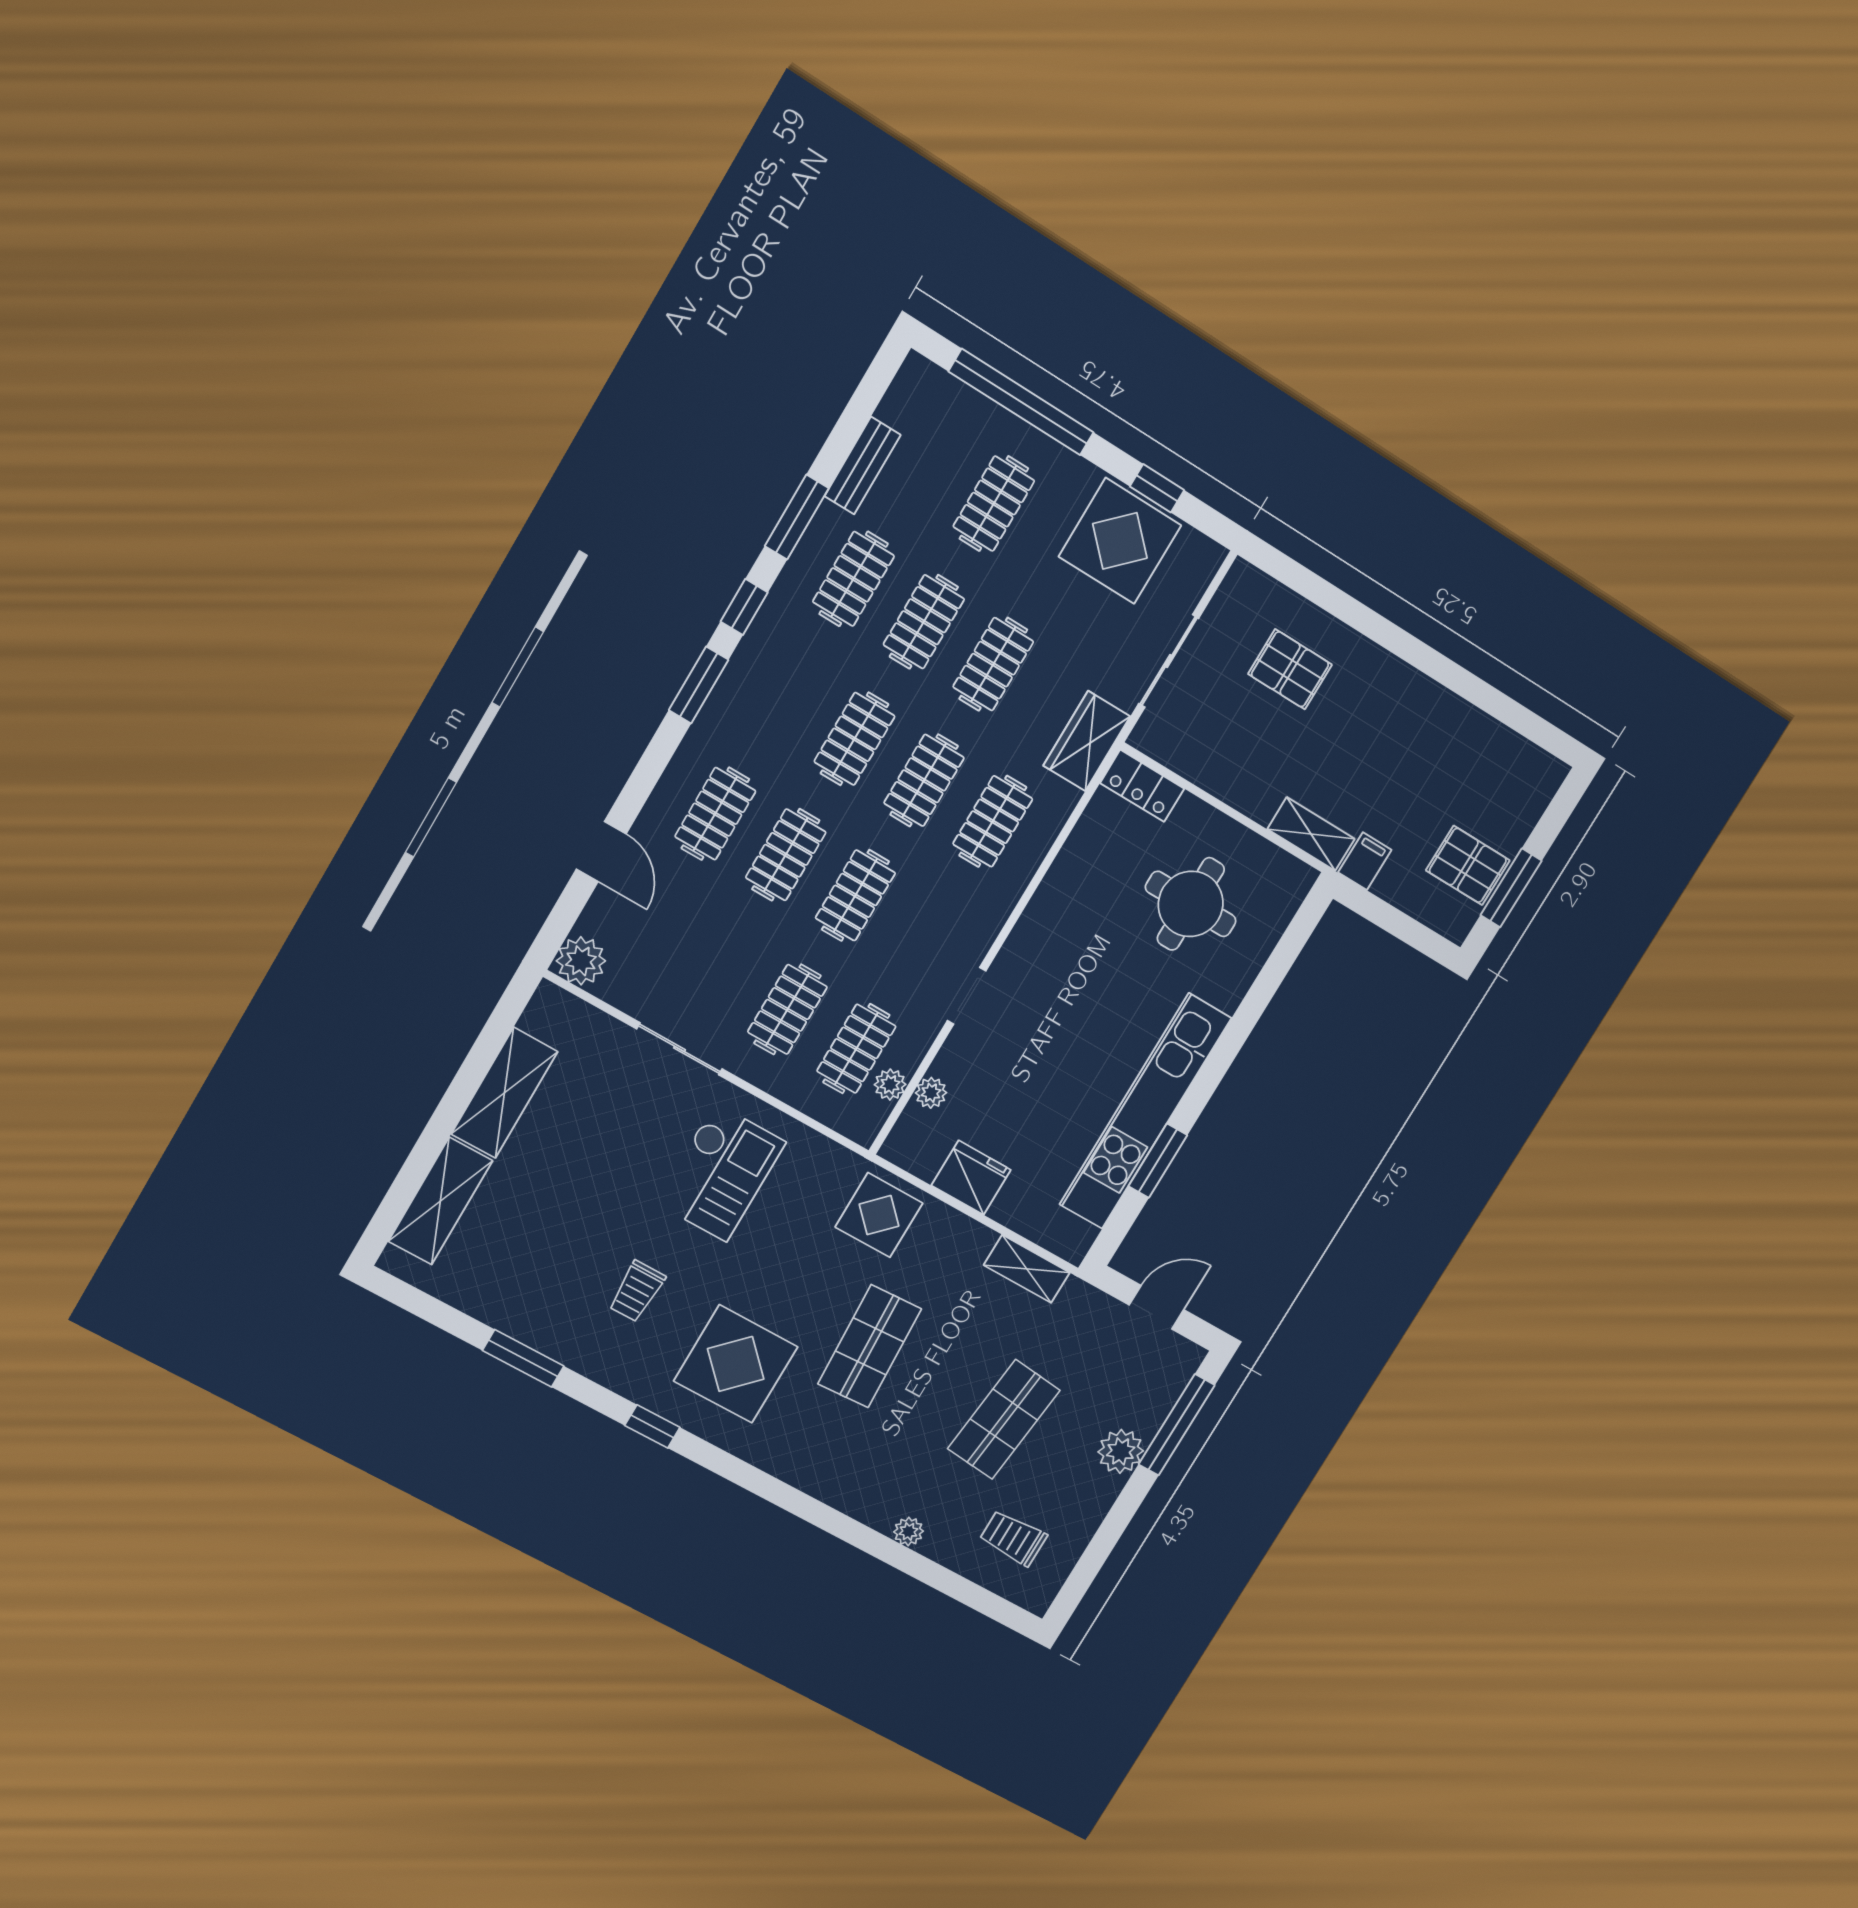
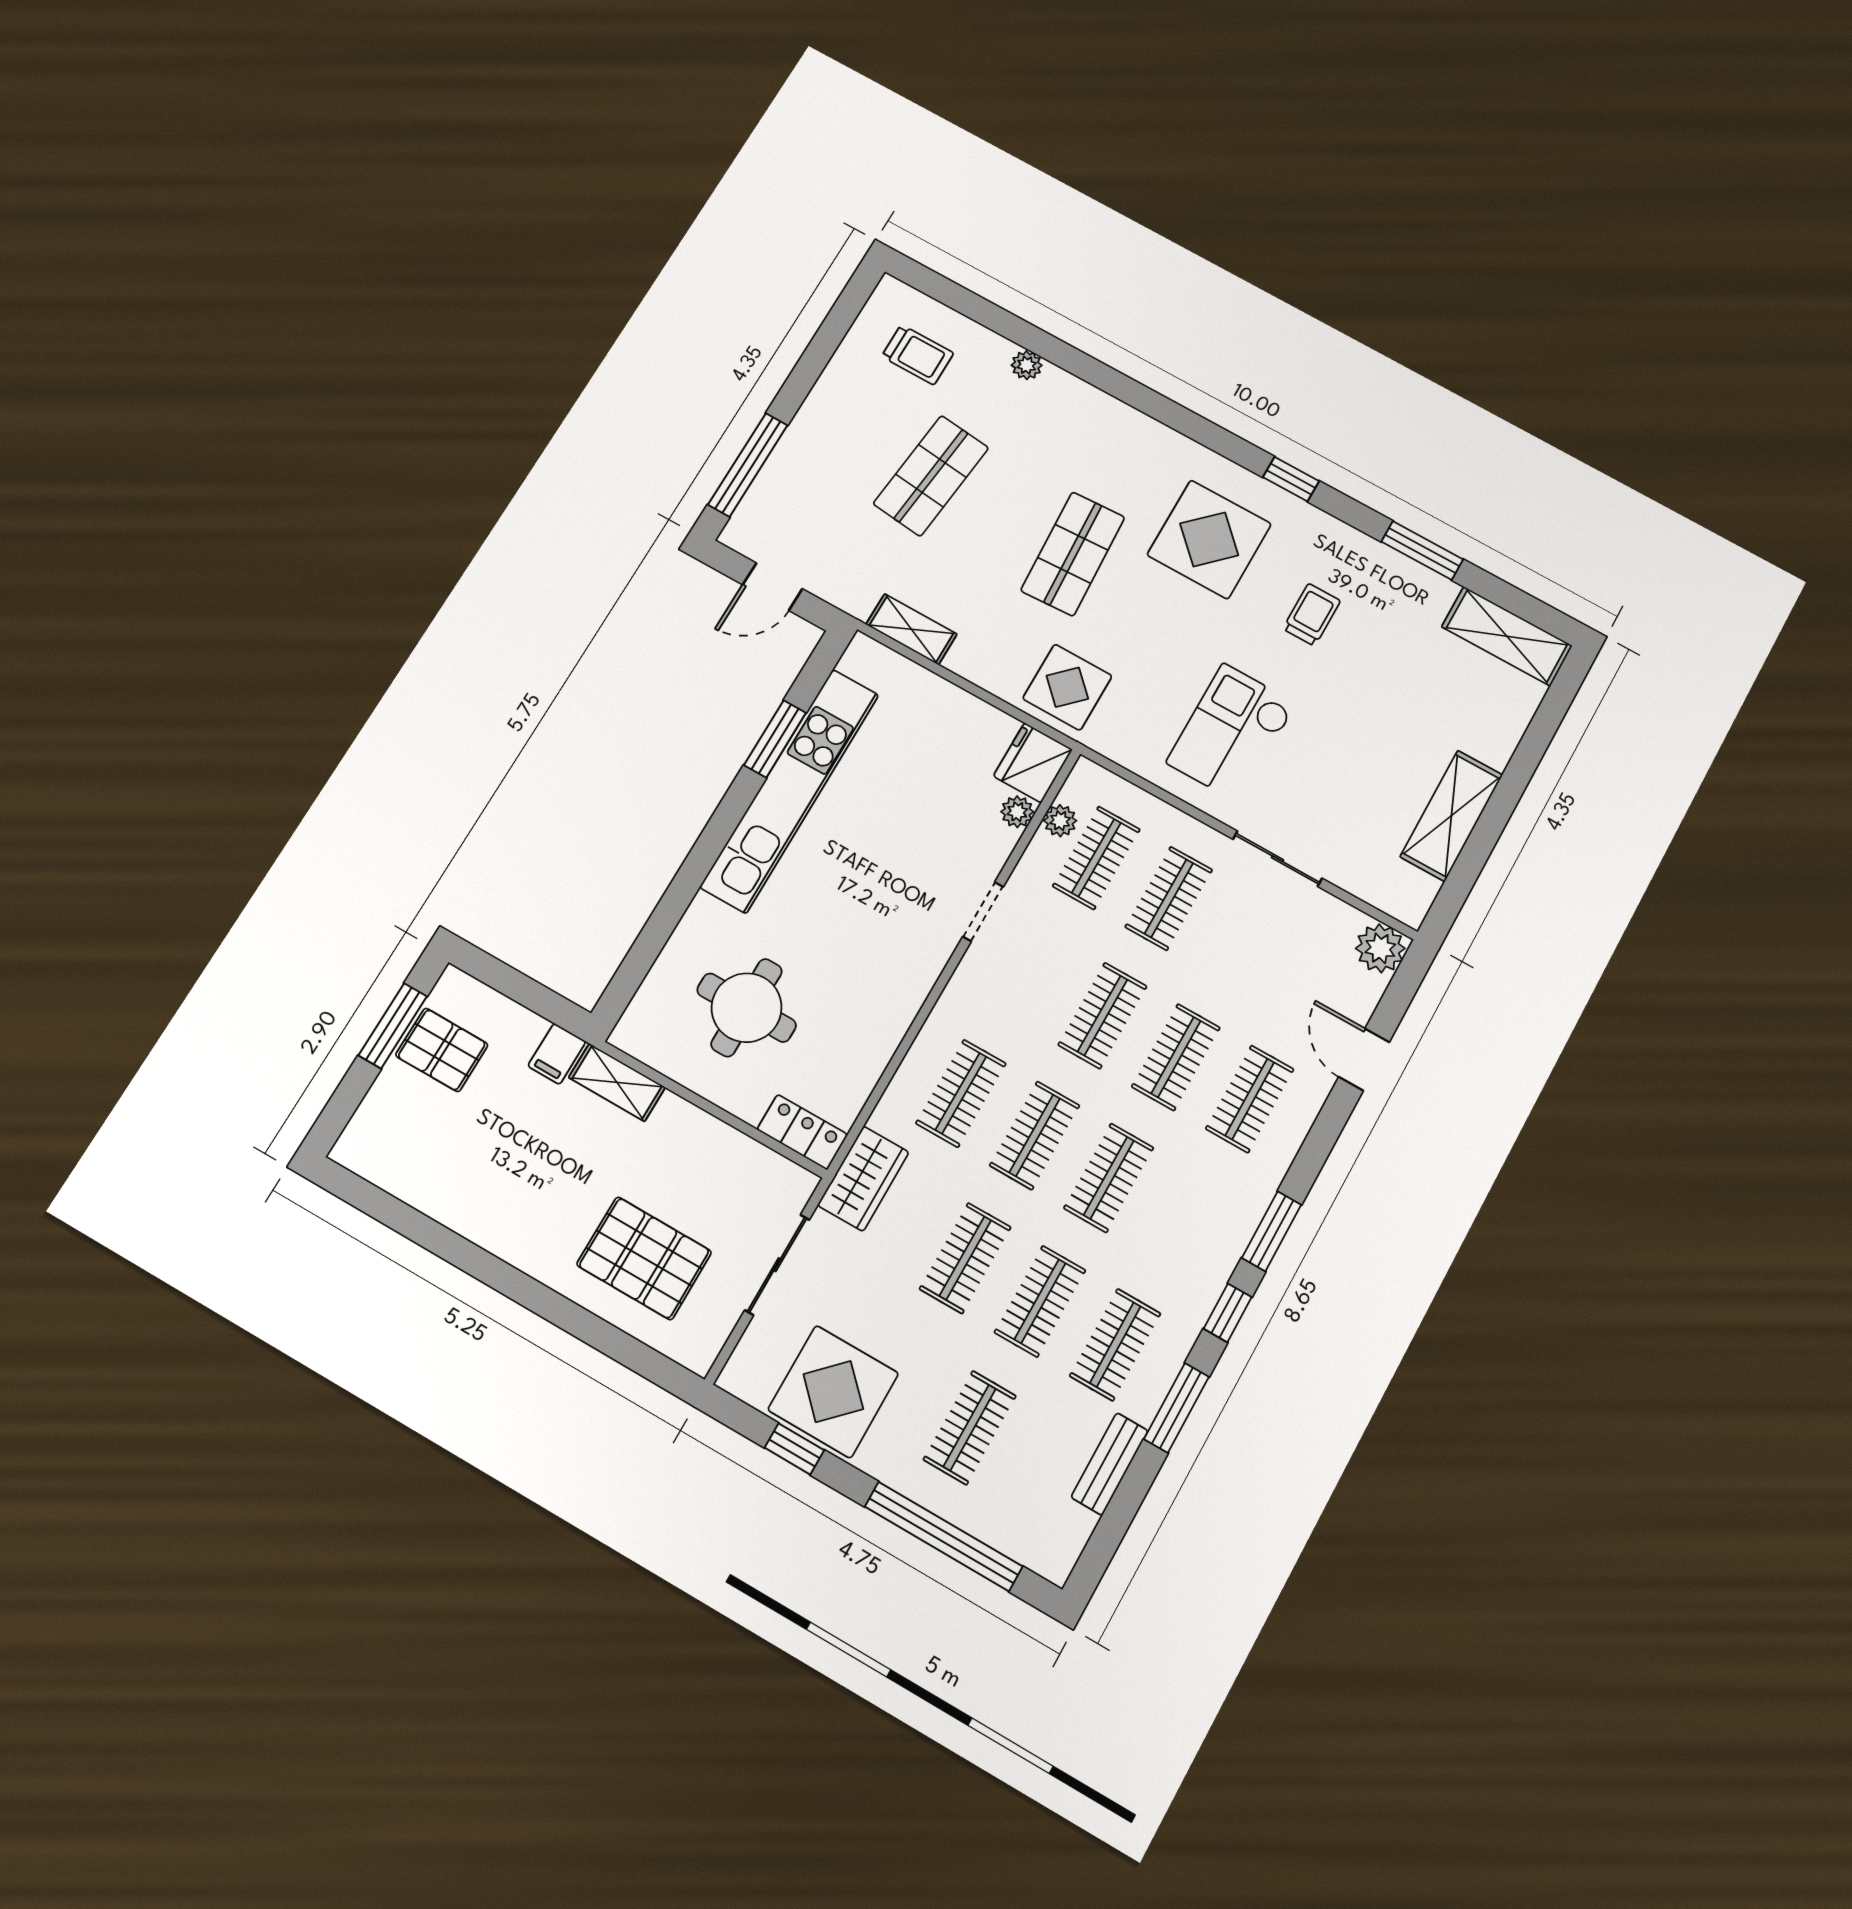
pallet: (1290, 669) -> (644, 1258), width x1.50, depth x1.42
fridge: (971, 1178) -> (1033, 763), moved, turned 90
shelving: (440, 1201) -> (1507, 636), moved, turned 90
plant: (1121, 1451) -> (807, 439), removed

